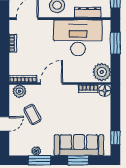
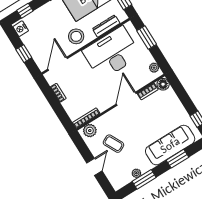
plant: (102, 72) -> (154, 68), width x0.53, depth x0.53
door: (52, 84) -> (126, 99), moved

